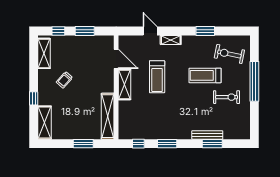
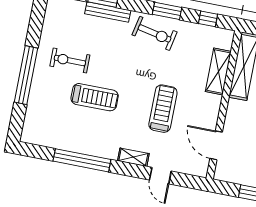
window: (205, 31) -> (82, 160), width x2.11
exercise bike: (229, 54) -> (155, 33), moved
shelving: (124, 85) -> (218, 71), moved

